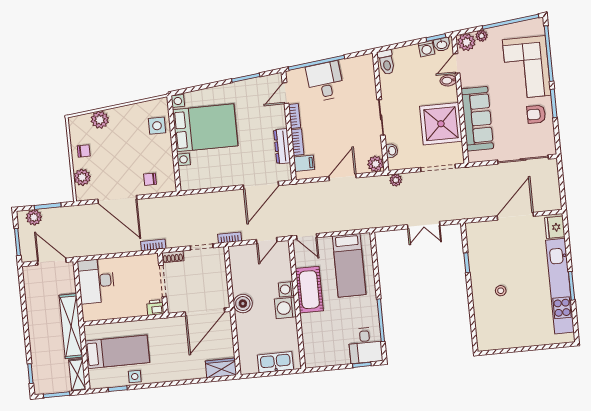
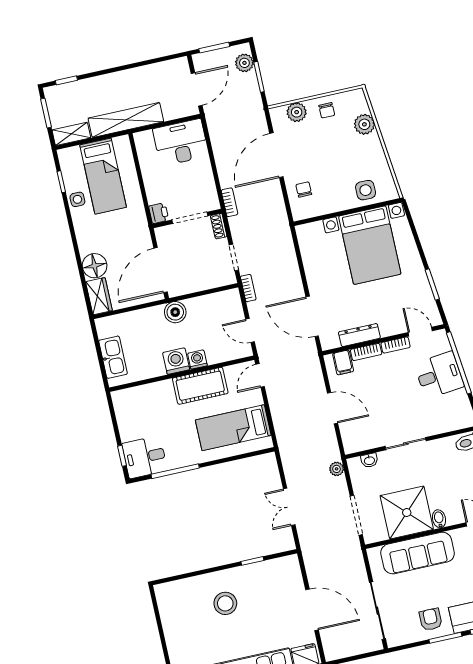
bidet: (448, 81) -> (439, 519), moved
plant: (376, 164) -> (352, 444), removed
stool: (501, 291) -> (225, 603), width x1.89, depth x1.89
door: (205, 312) -> (161, 270), hinge flipped
floor lamp: (194, 369) -> (95, 266), added

